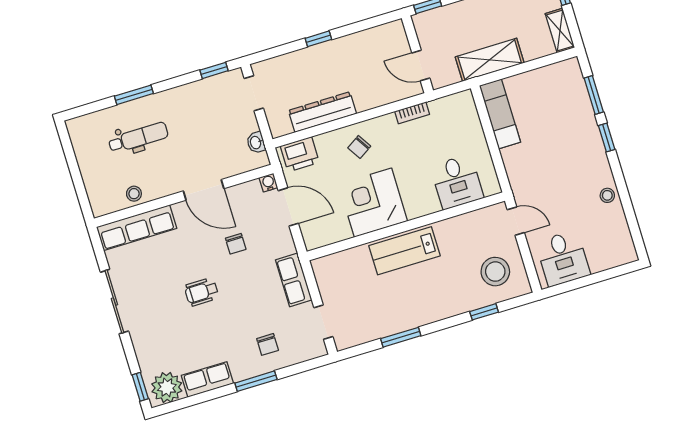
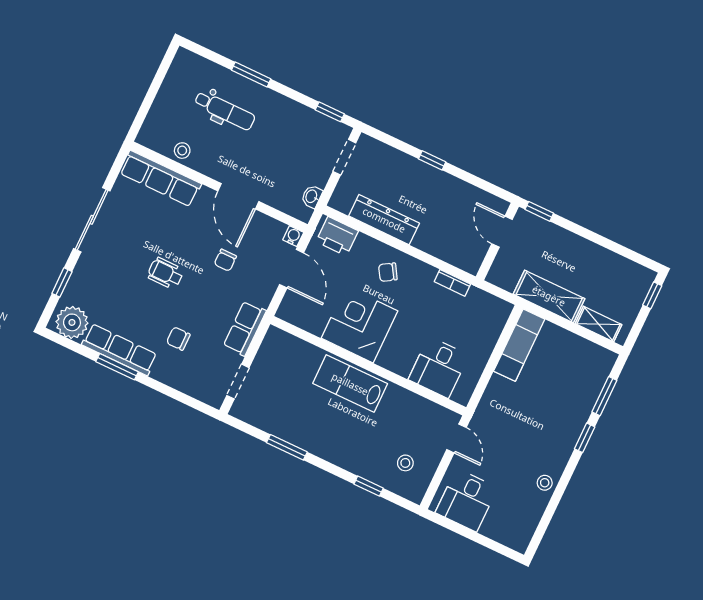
shelving: (560, 31) -> (598, 324), moved, turned 90
door: (421, 66) -> (502, 232), moved
stool: (495, 272) -> (405, 463), width x0.53, depth x0.53
chair: (268, 344) -> (178, 339), moved, turned 90
row of seats: (207, 379) -> (120, 350), width x1.48
window: (256, 381) -> (117, 367), moved
window: (140, 387) -> (62, 282), moved

